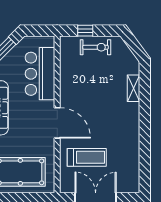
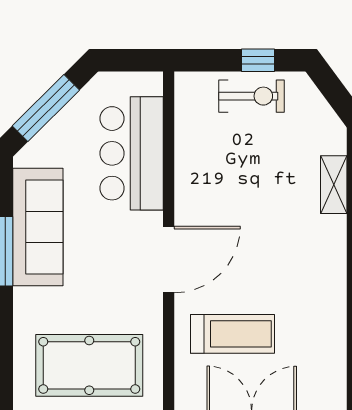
window: (85, 31) -> (258, 60), moved
door: (57, 123) -> (169, 259), hinge flipped

